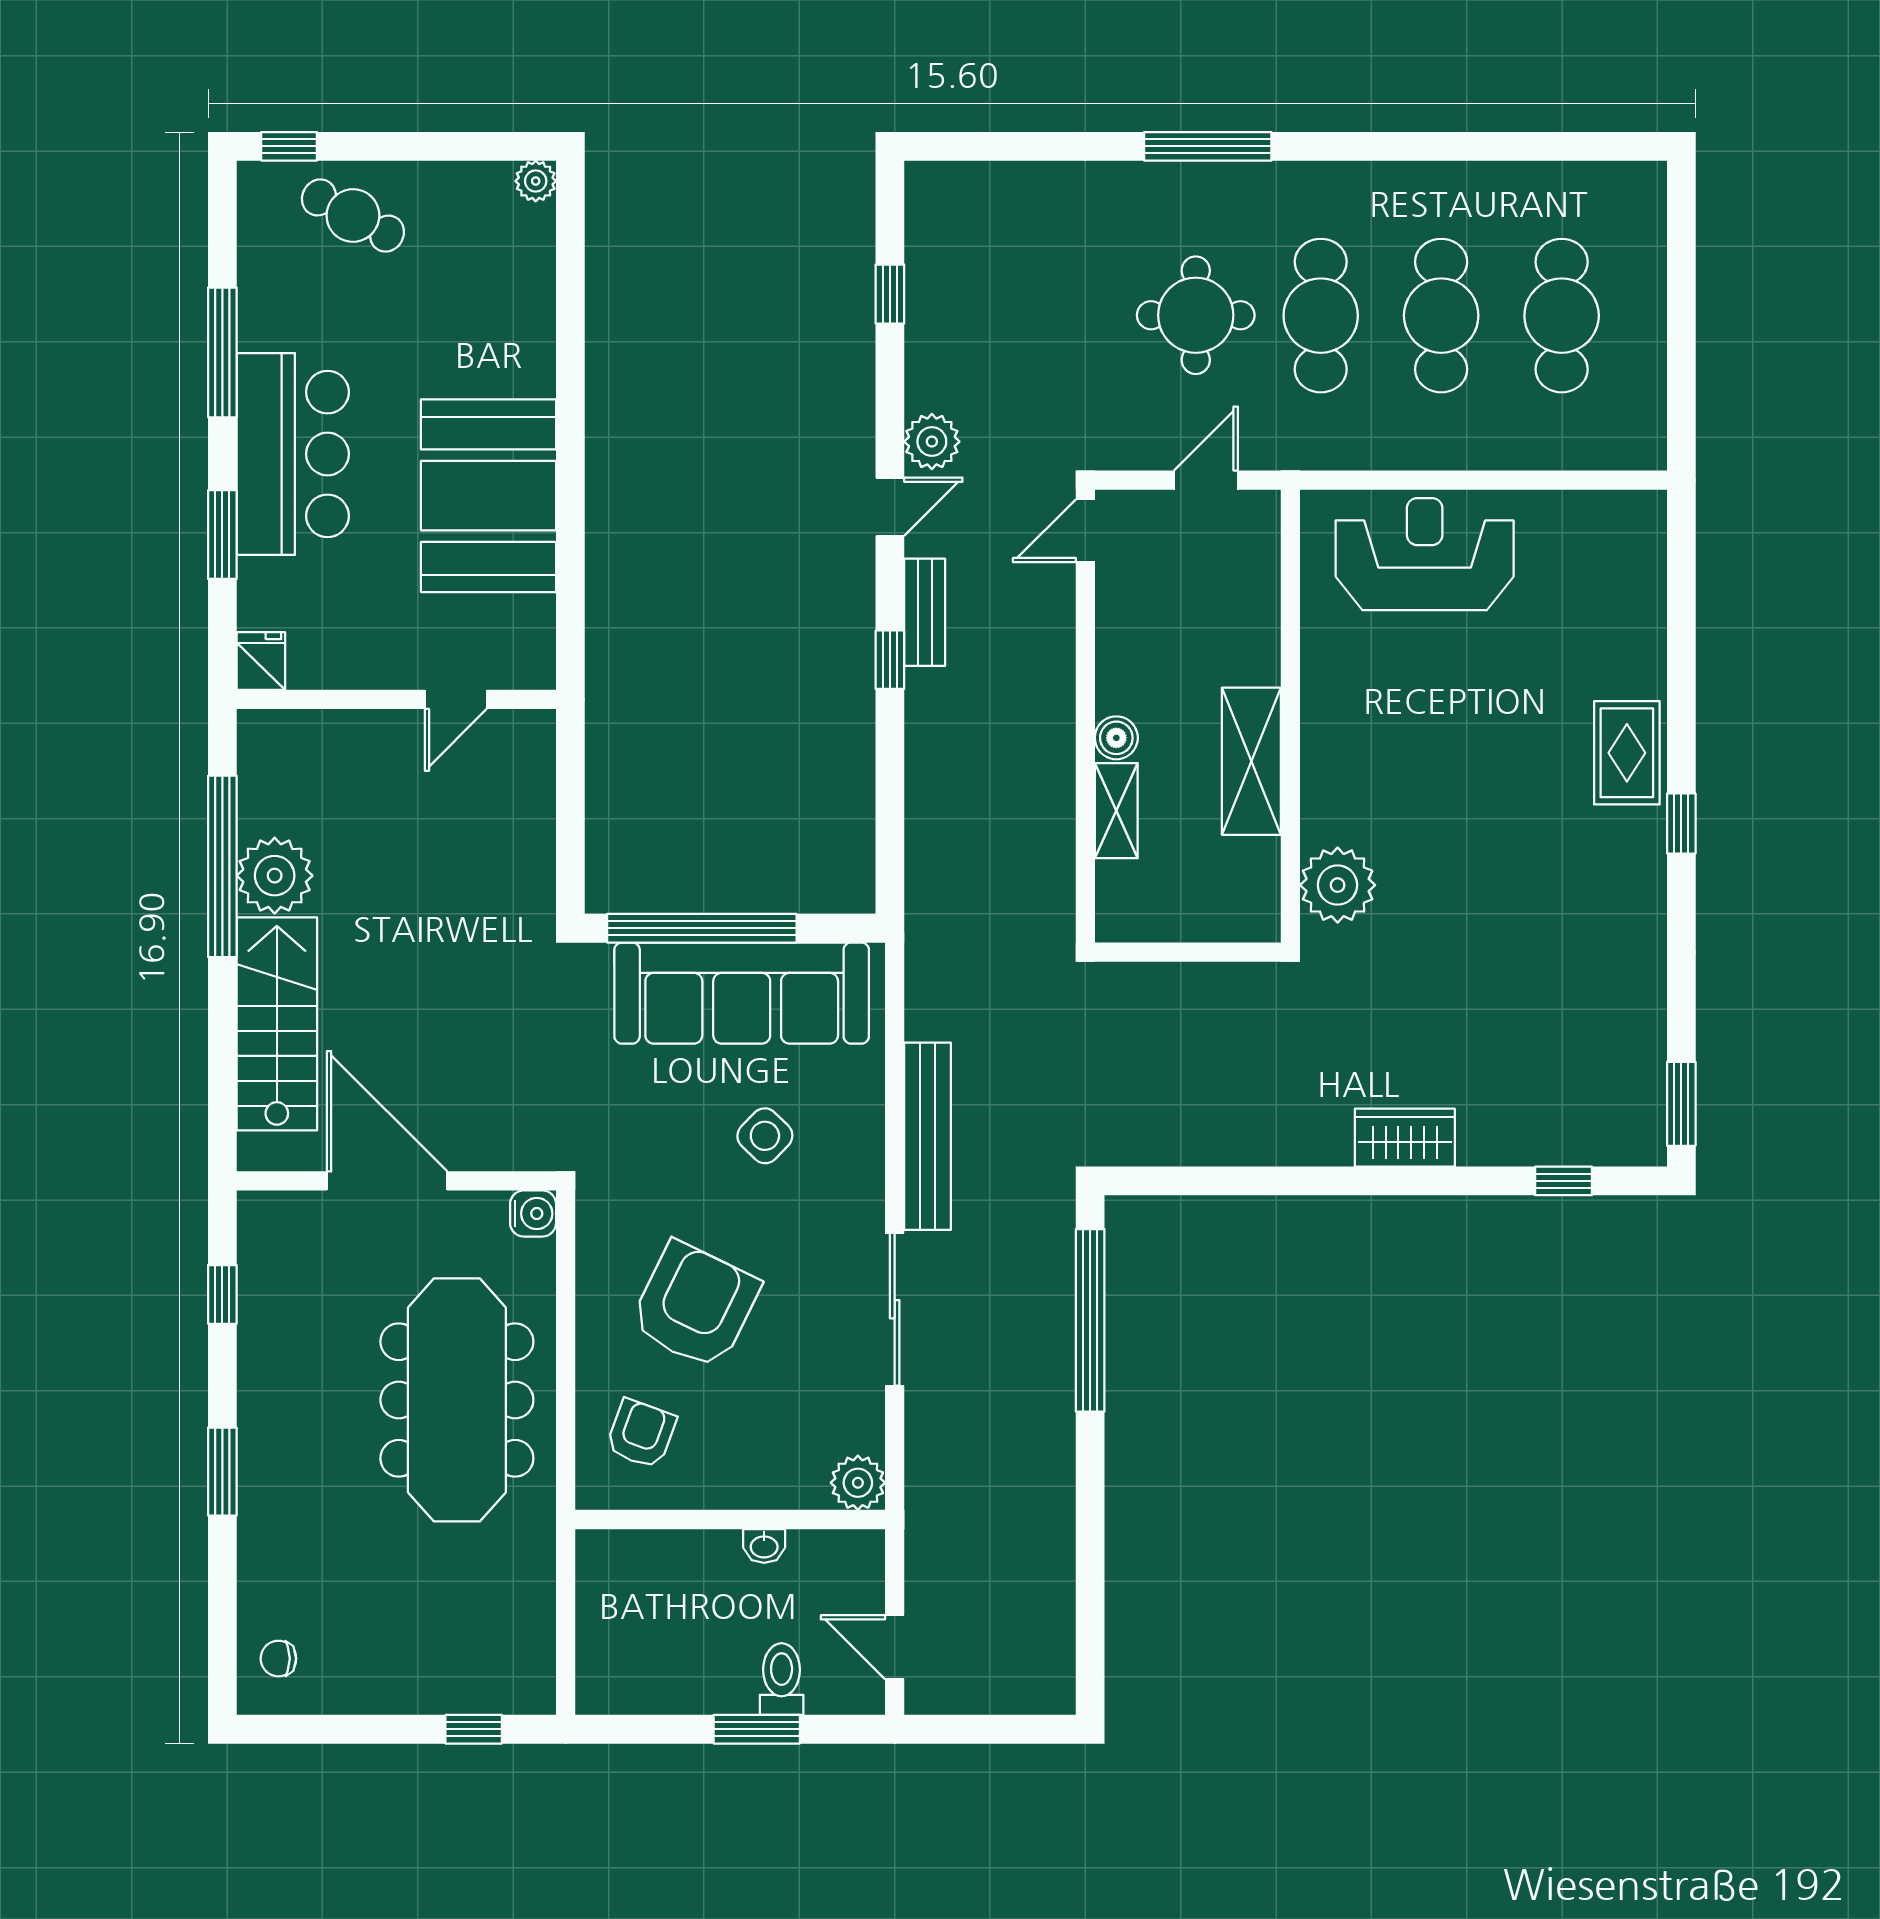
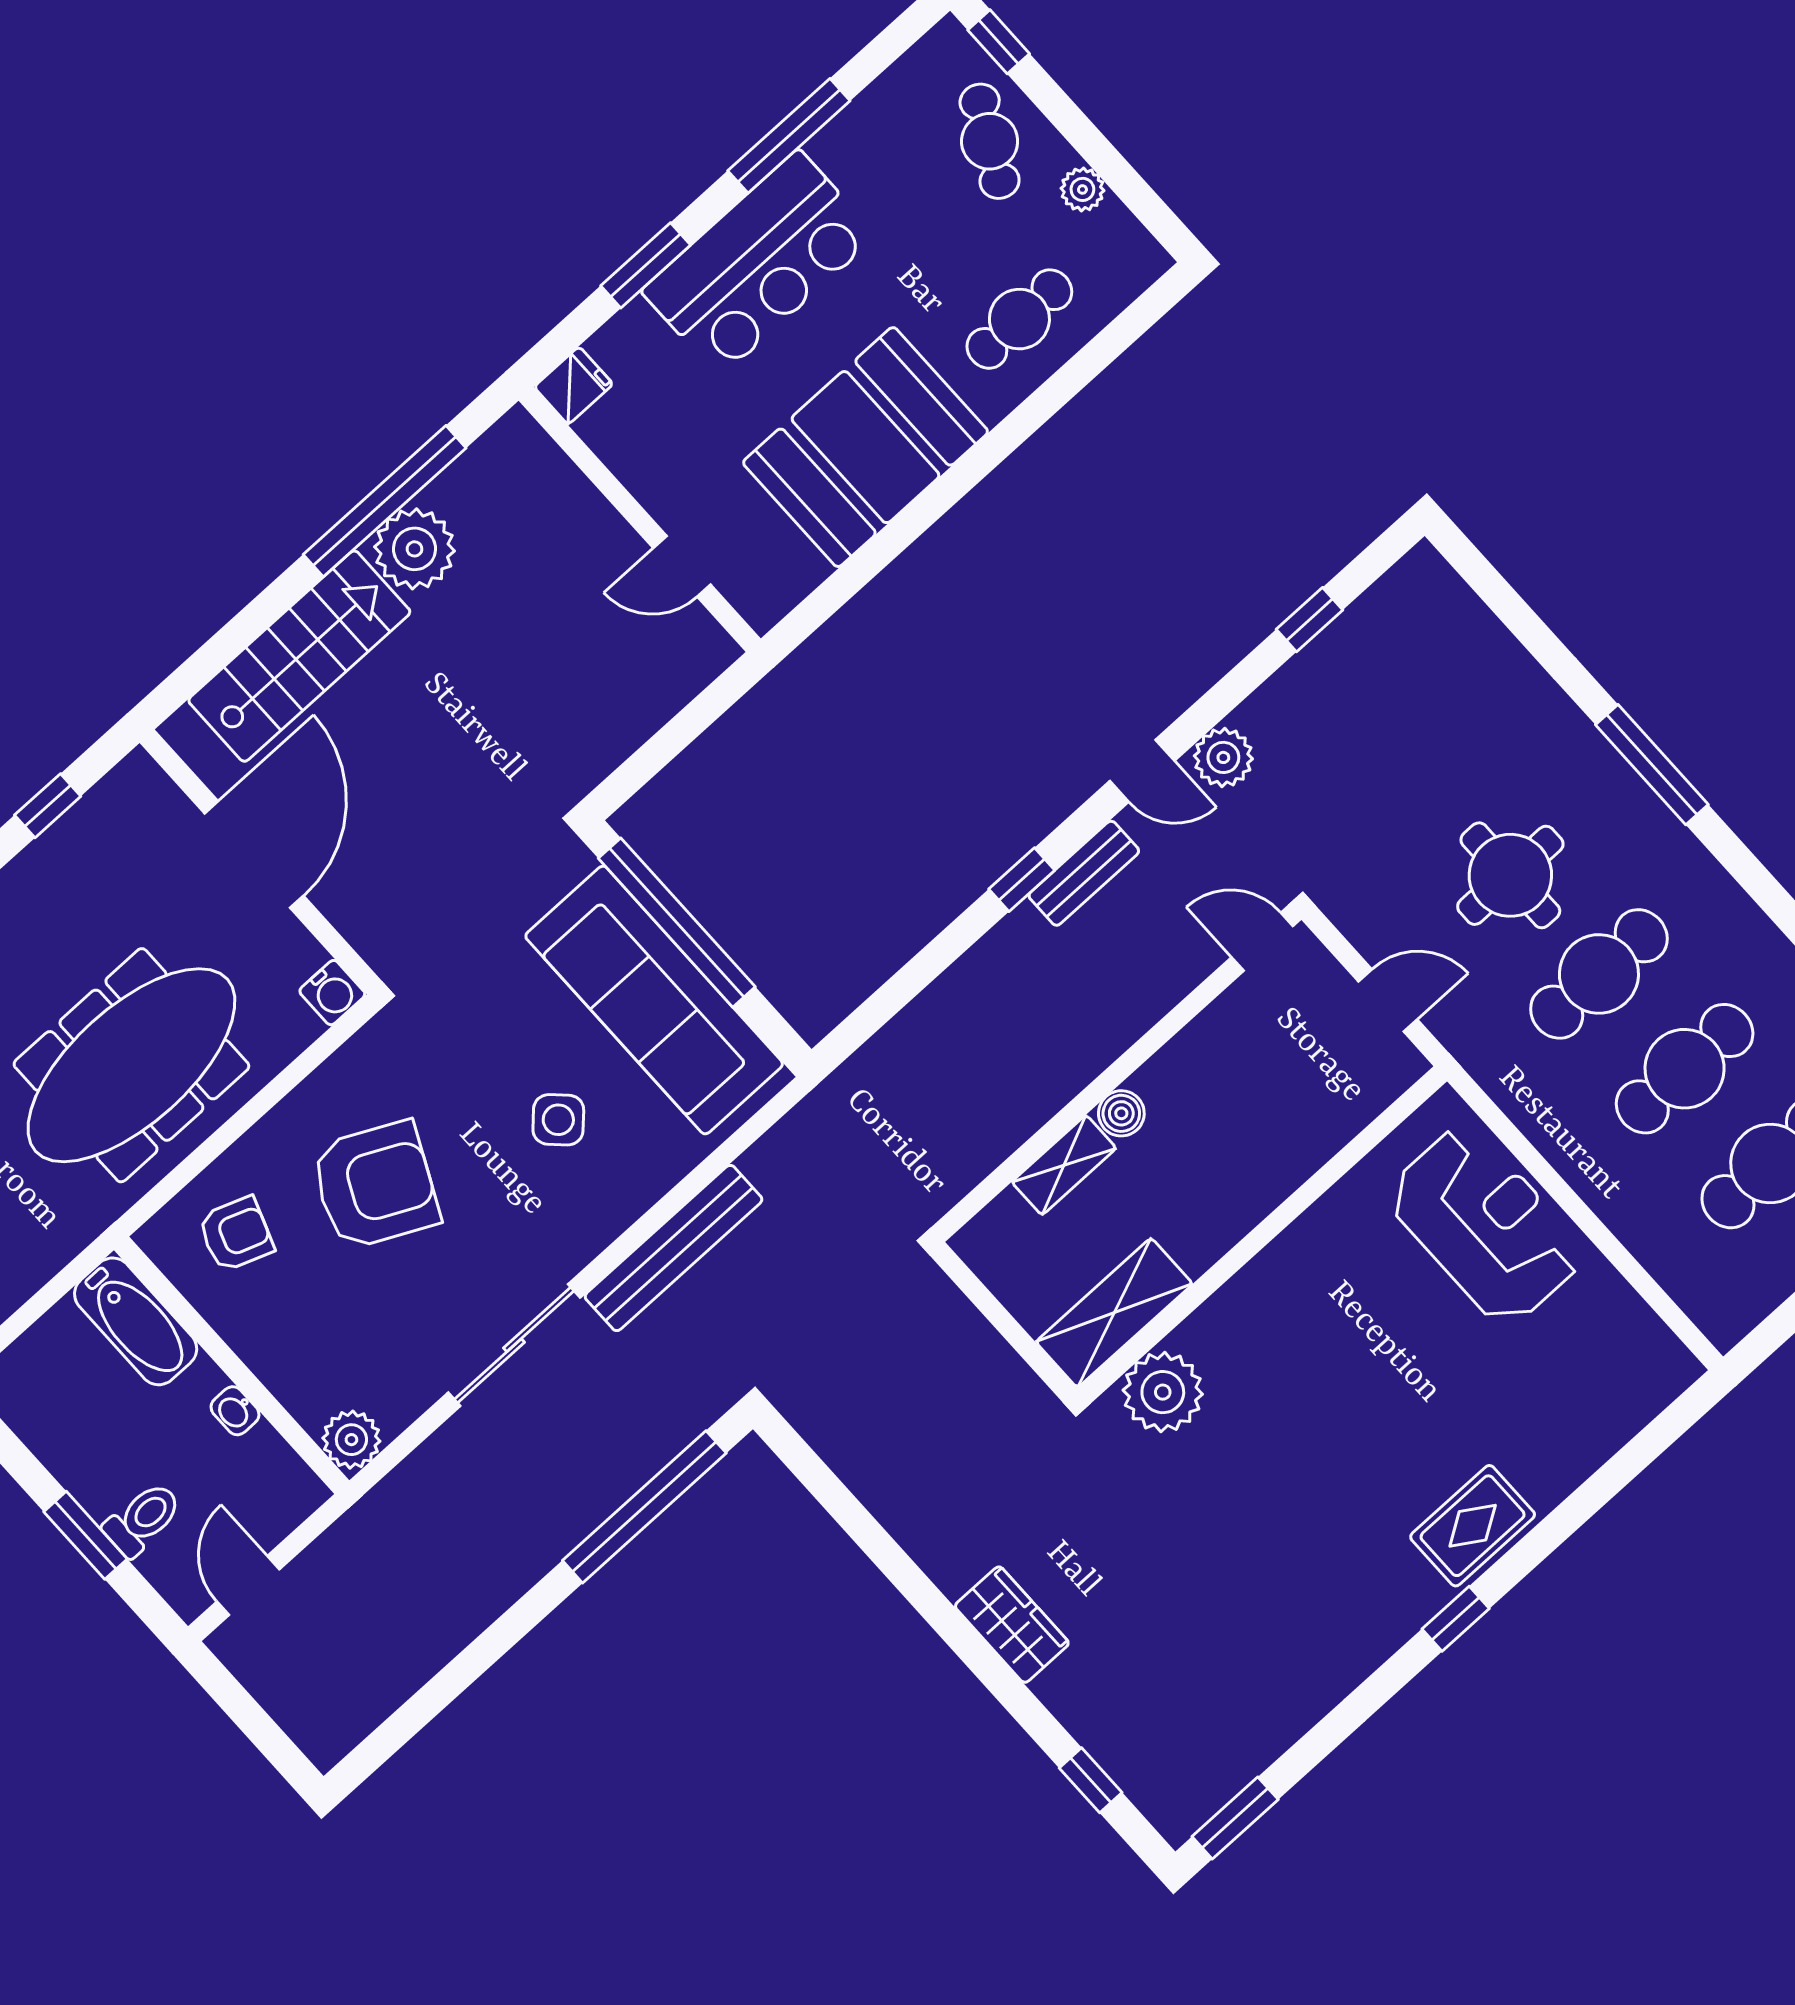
plant: (536, 181) -> (1082, 189), moved
cafe table: (496, 307) -> (1019, 319), added
shelving: (1251, 761) -> (1114, 1313), moved
bathtub: (639, 1559) -> (136, 1321), added

